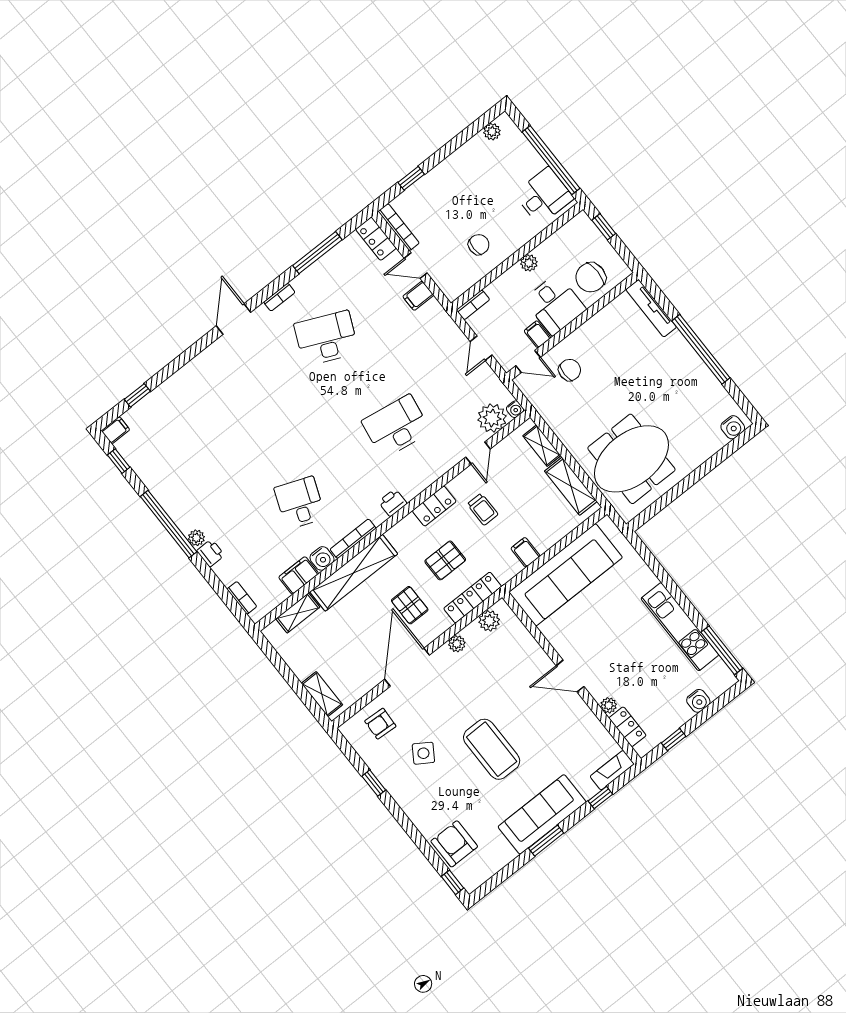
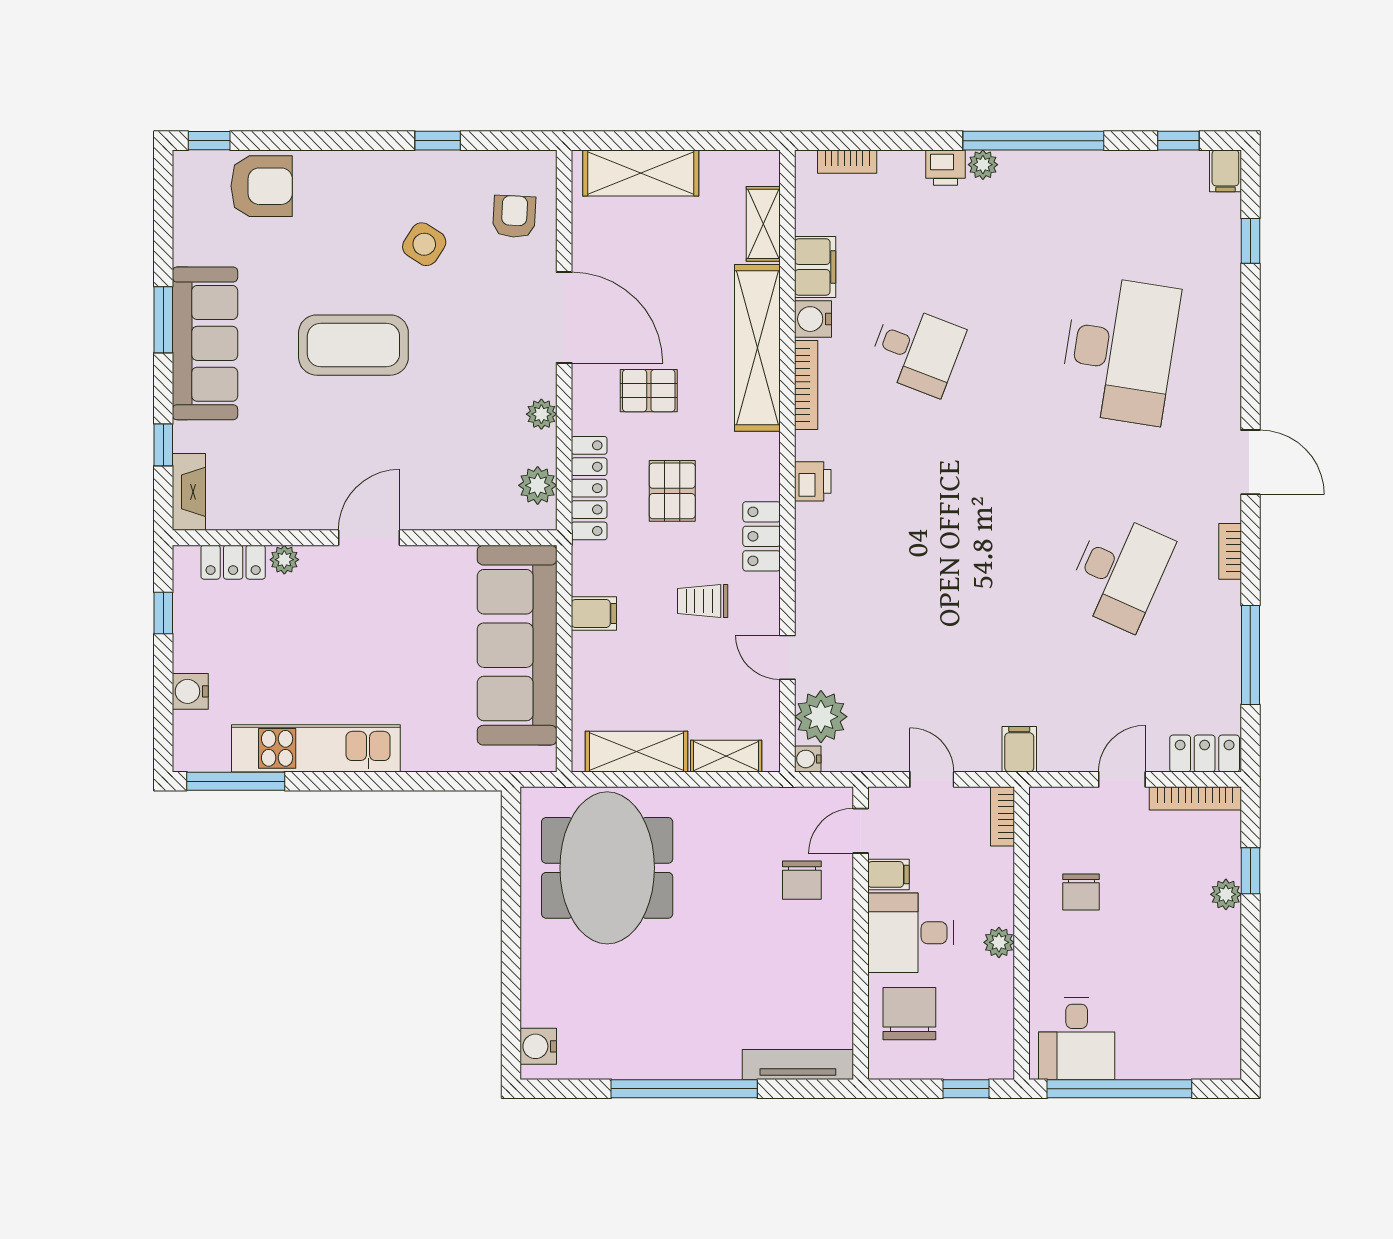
plant: (492, 132) -> (1226, 894), moved
filing cabinet: (418, 296) -> (1019, 749), moved
desk: (396, 426) -> (1120, 350), moved, width x1.36, depth x1.30
shelving: (322, 694) -> (641, 173), width x1.50, depth x1.33

